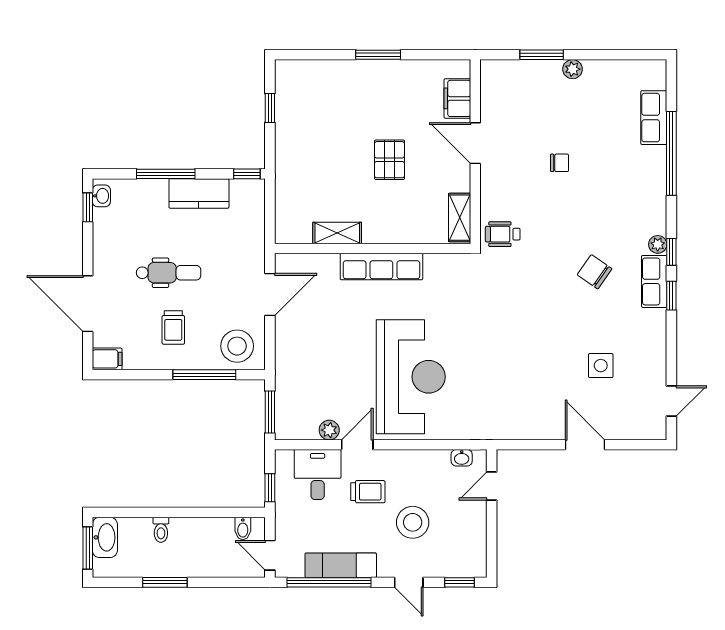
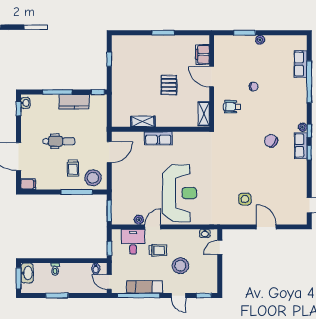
wheelchair: (503, 234) -> (232, 107), moved
row of seats: (381, 267) -> (158, 138), width x0.68
trolley: (173, 327) -> (73, 168), moved
side table: (601, 366) -> (245, 199), moved

